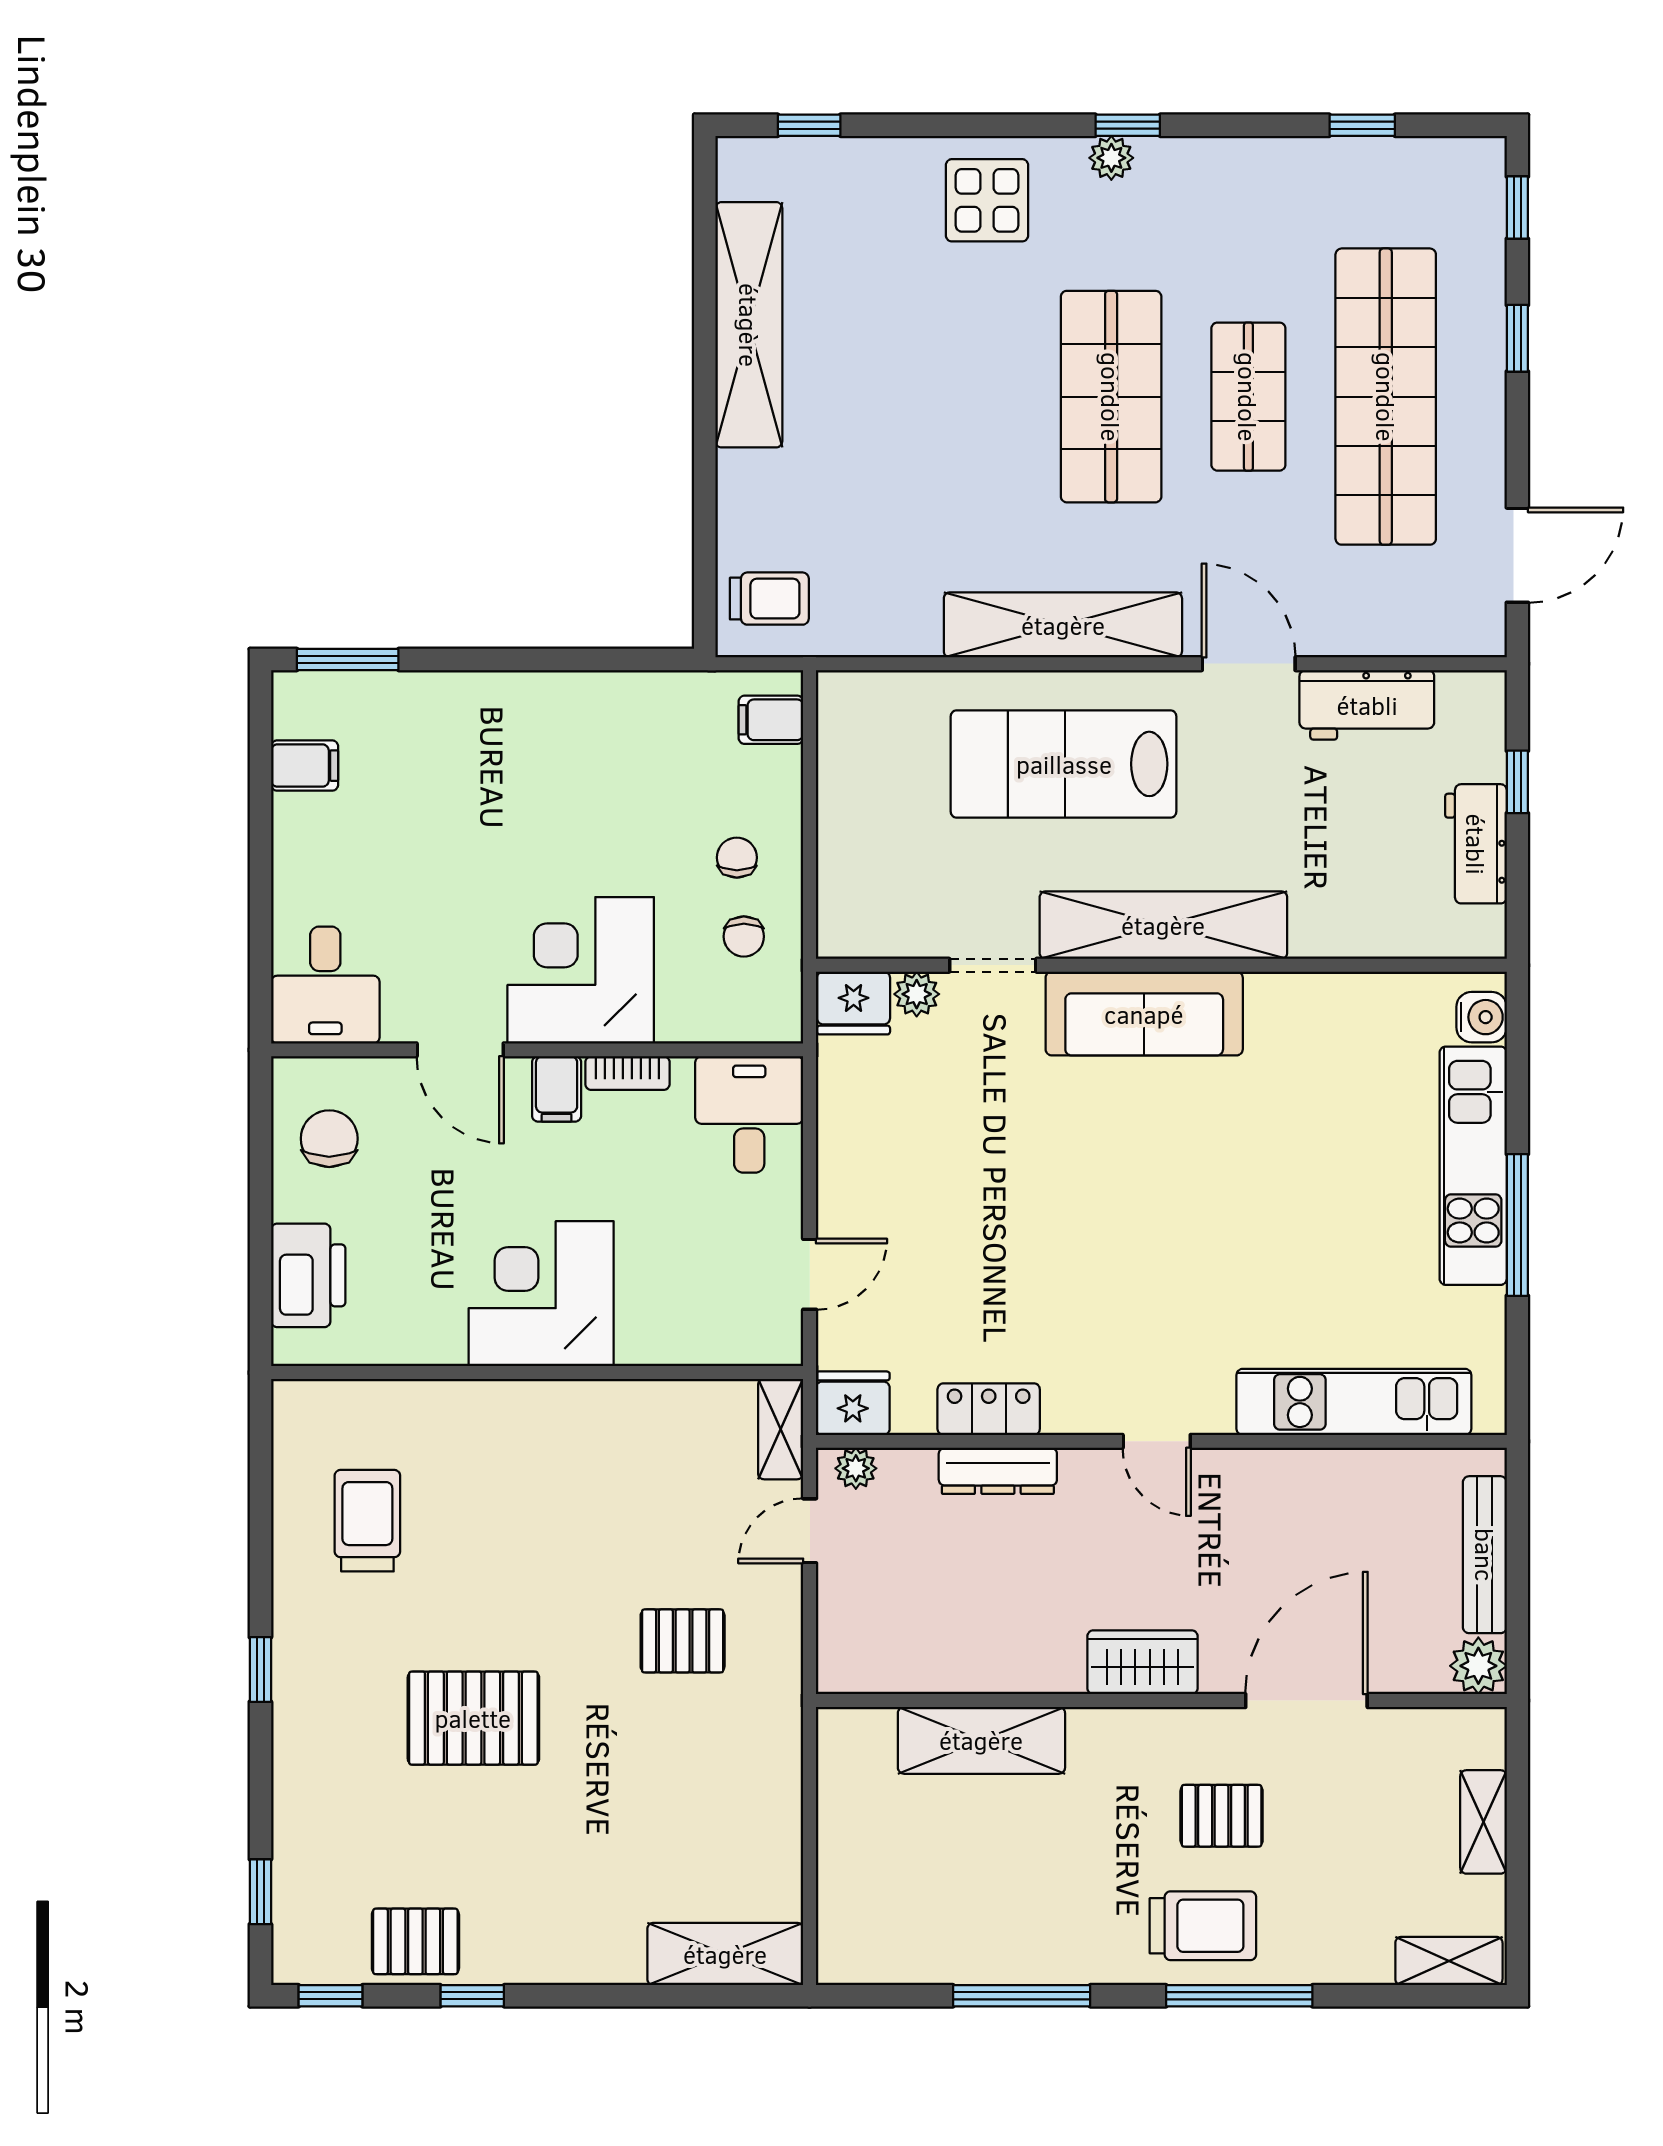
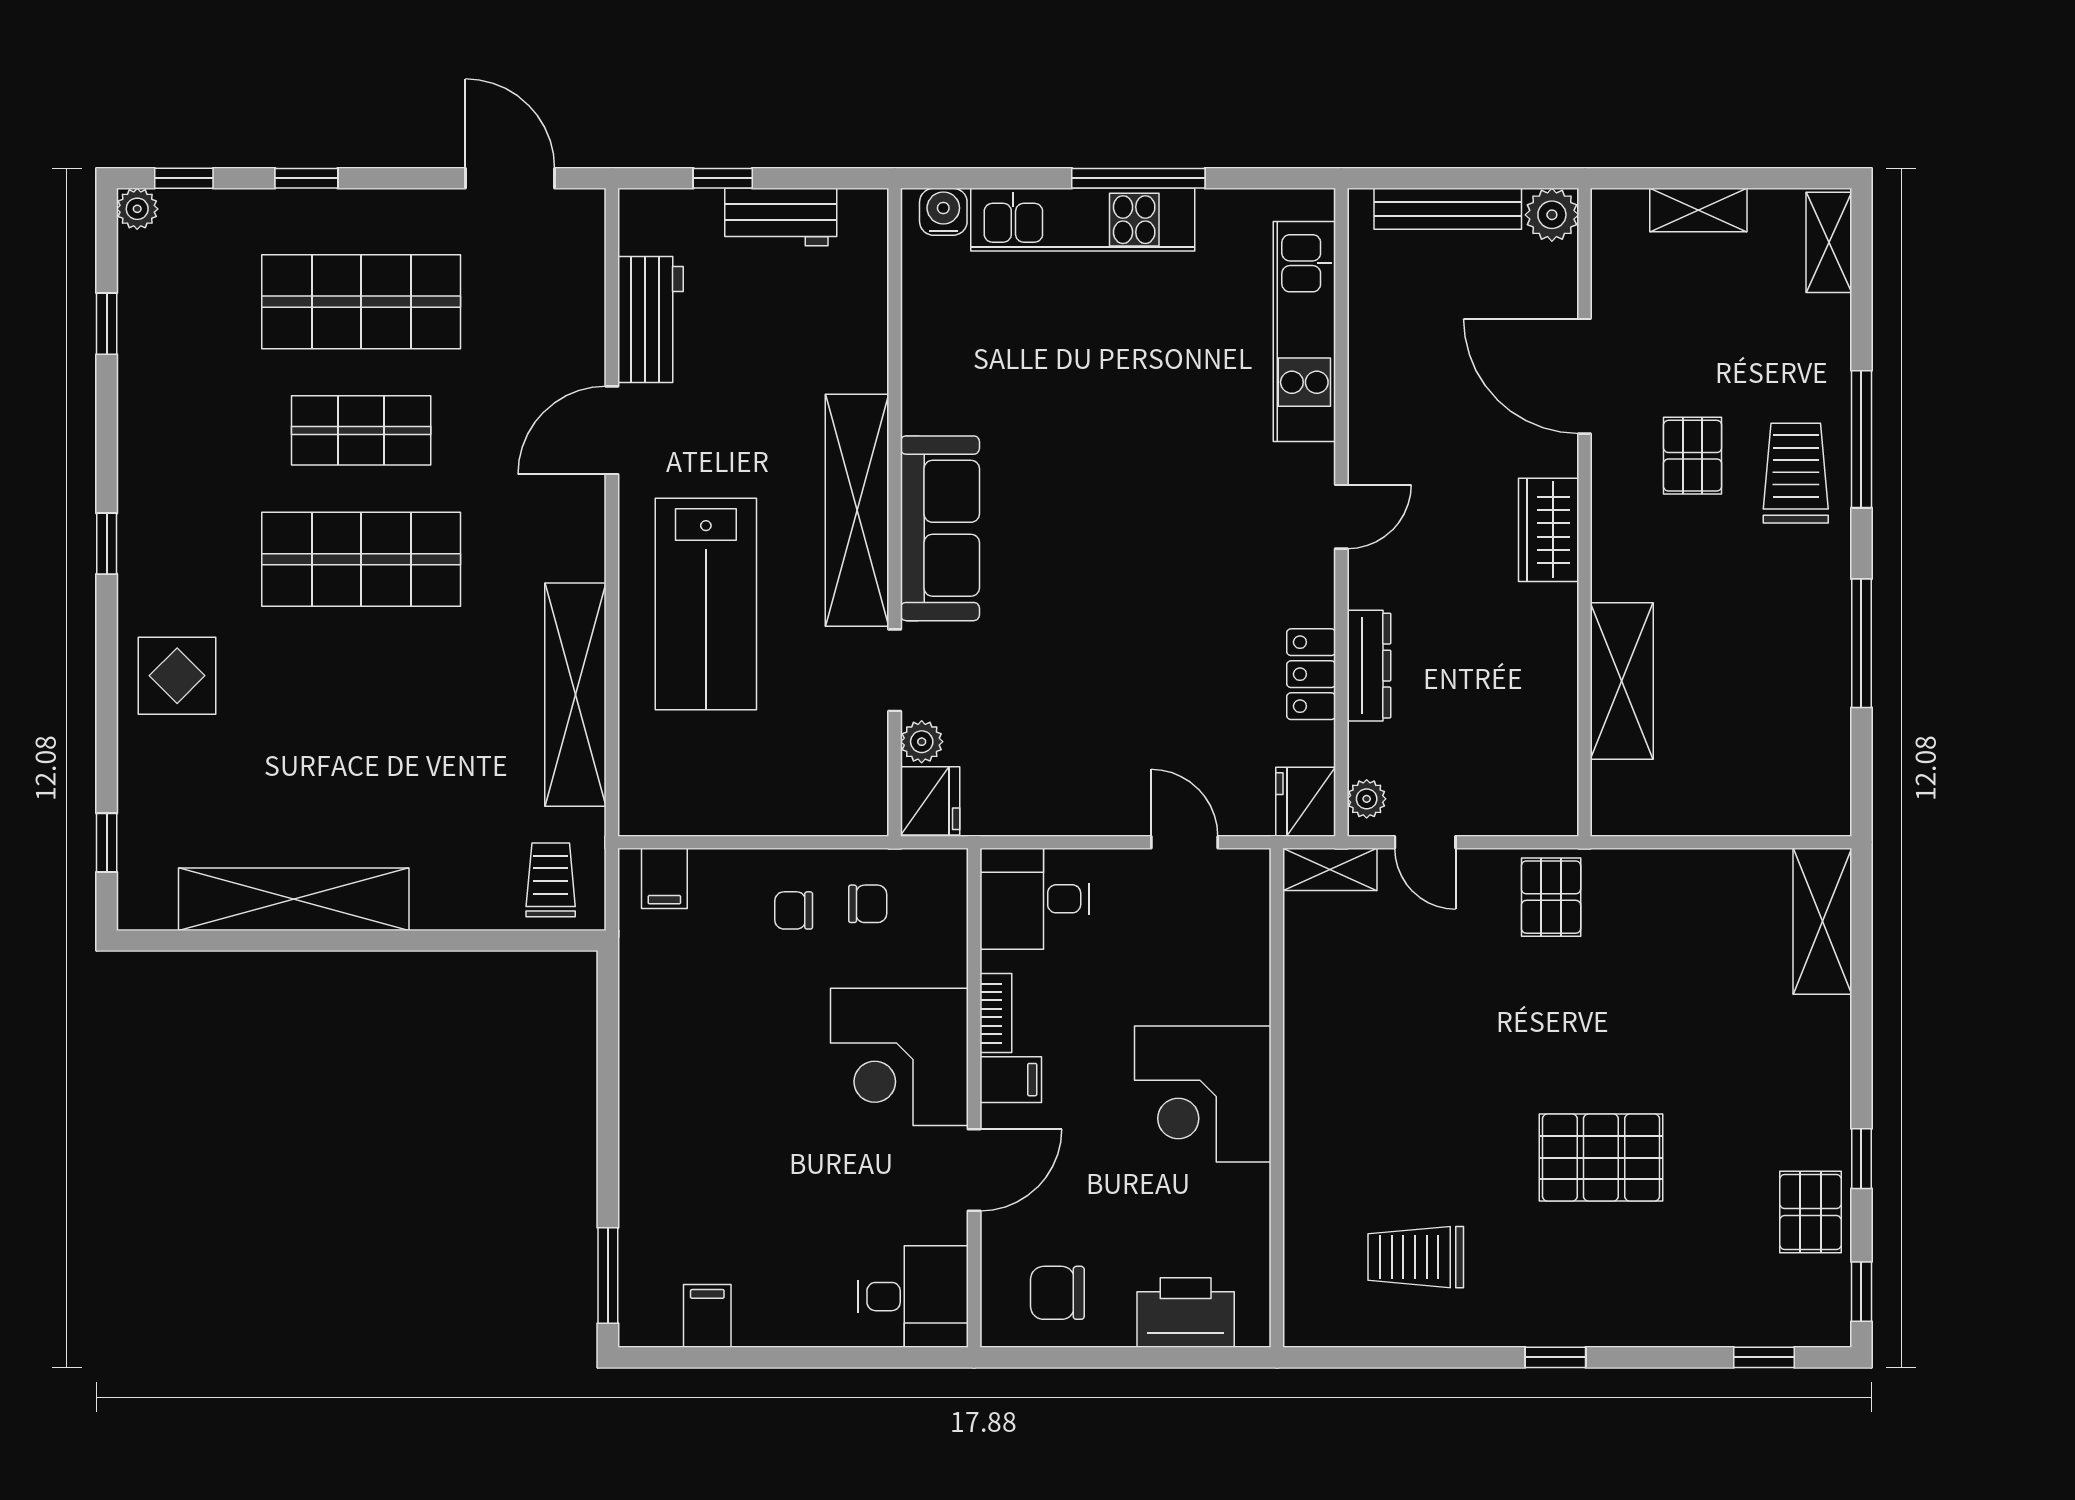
plant: (1111, 158) -> (137, 209), moved
shop shelf: (1386, 397) -> (361, 302), width x0.71
shelving: (1063, 625) -> (575, 695), moved
pallet: (683, 1641) -> (1551, 897), moved
pallet: (473, 1718) -> (1601, 1158), turned 90

